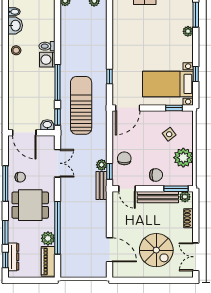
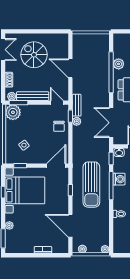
door: (110, 31) -> (70, 226), added
washing machine: (47, 60) -> (119, 179), moved
bed with nightstands: (168, 84) -> (25, 190), width x1.36
sun lounger: (81, 105) -> (91, 185), moved
plant: (183, 158) -> (13, 112), moved
double door: (57, 163) -> (111, 123), width x1.37
chair: (156, 175) -> (34, 113), removed
door: (110, 250) -> (70, 68), moved
piano: (48, 261) -> (118, 46), removed

